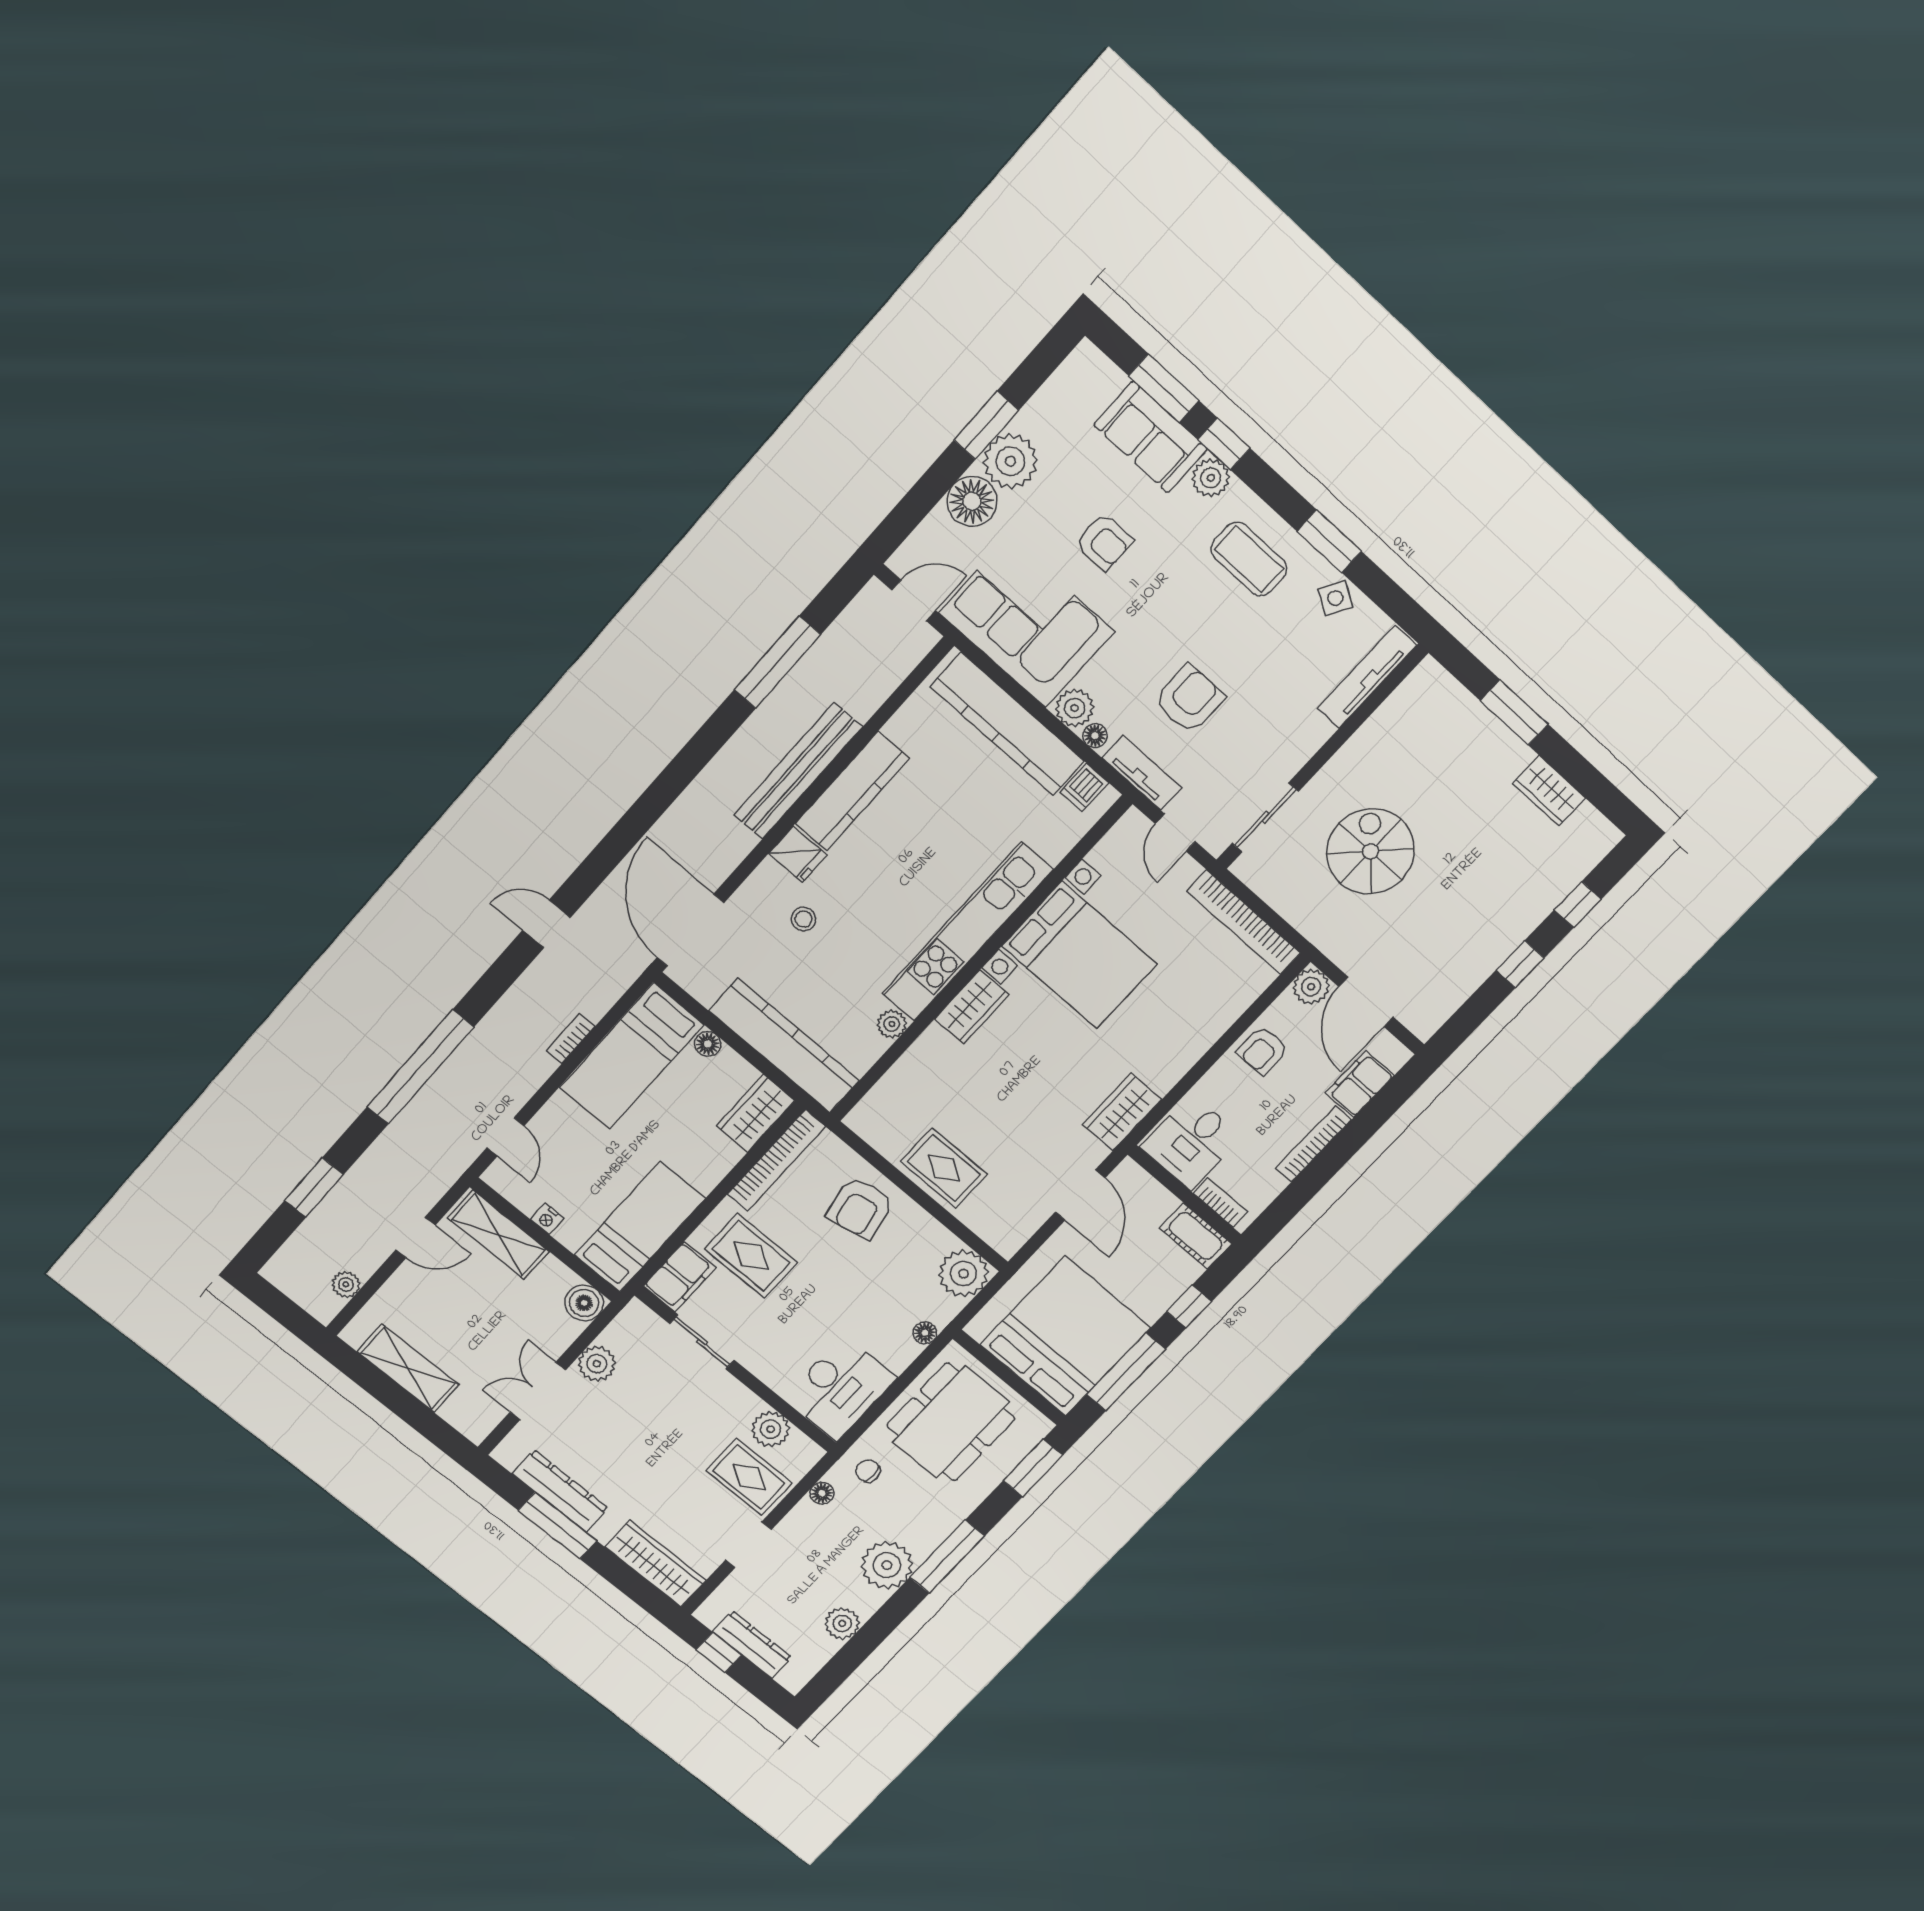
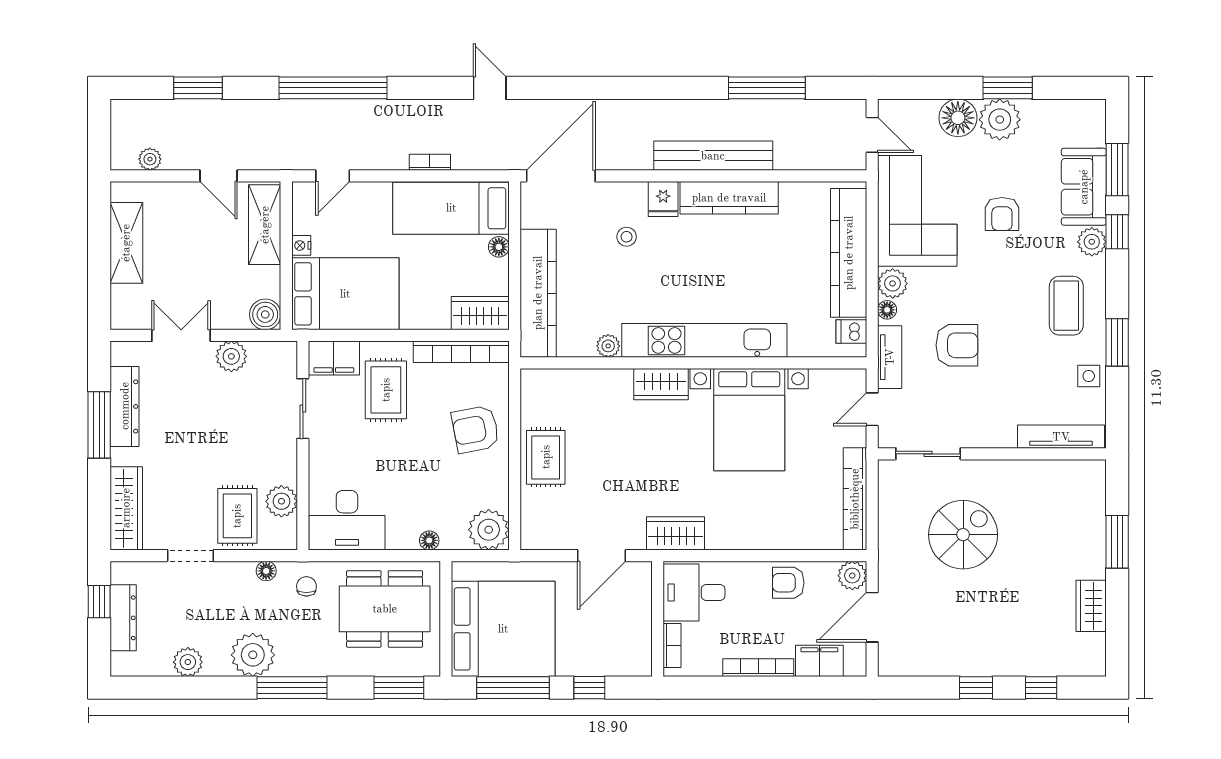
side table: (1335, 598) -> (1089, 376), turned -31
bed: (640, 1227) -> (345, 294), width x1.50
cot: (1195, 1236) -> (638, 650), removed

